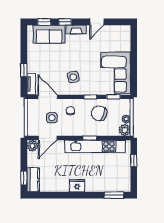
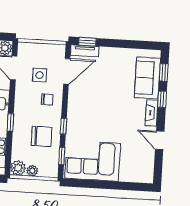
window: (24, 70) -> (87, 42), moved
side table: (73, 77) -> (90, 106), removed
chair: (99, 113) -> (42, 136), turned 70

